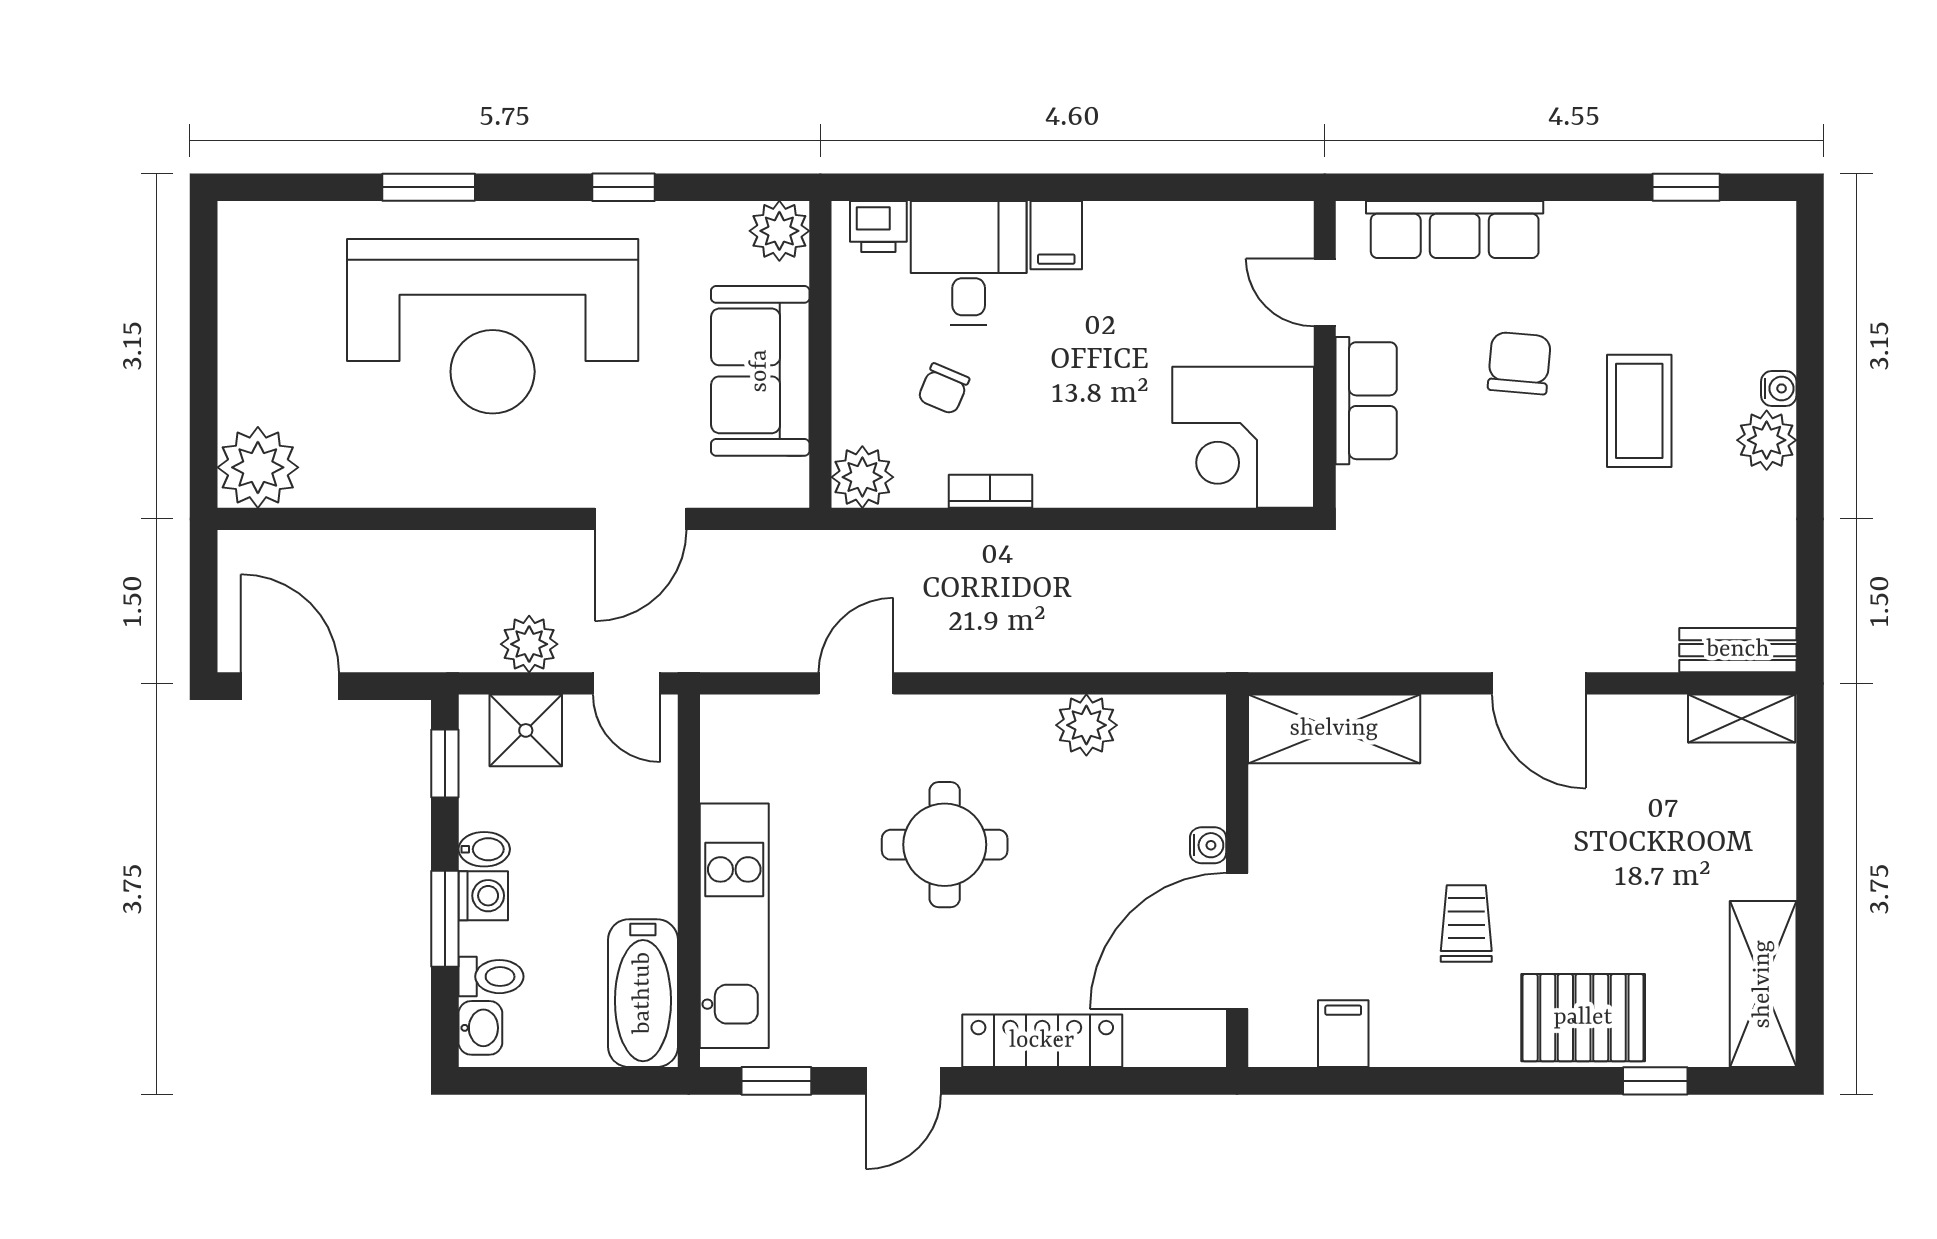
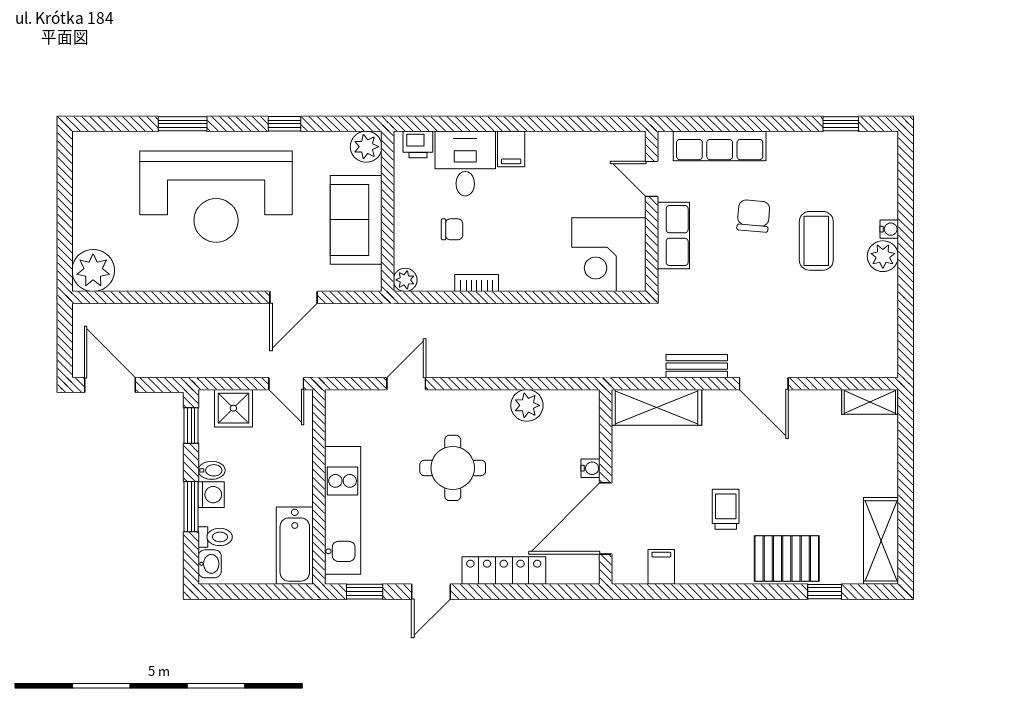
chair: (943, 389) -> (452, 229), turned -113
plant: (862, 477) -> (405, 280), width x0.73, depth x0.73
plant: (529, 644) -> (235, 363), removed
bench: (1738, 650) -> (697, 366), moved

